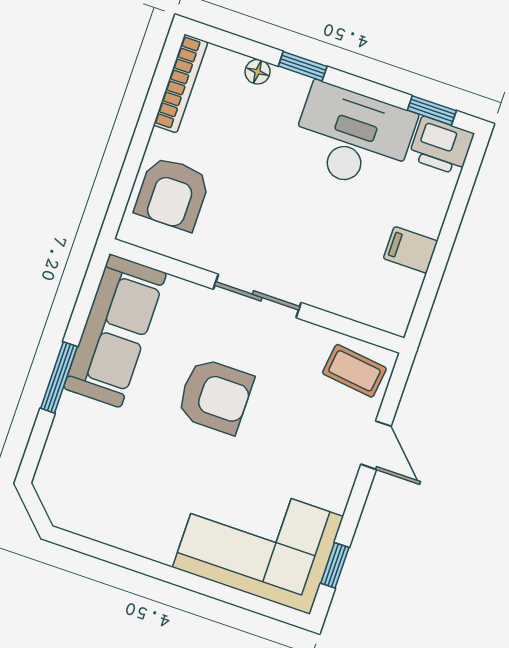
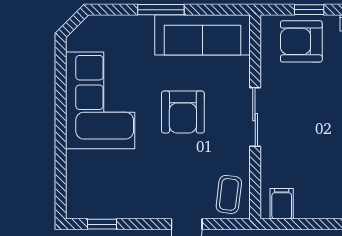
window: (131, 167) -> (309, 10), added
filing cabinet: (411, 250) -> (282, 204), moved
corner sofa: (258, 542) -> (100, 100), moved

